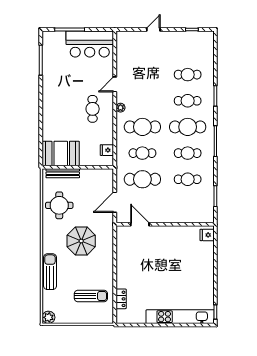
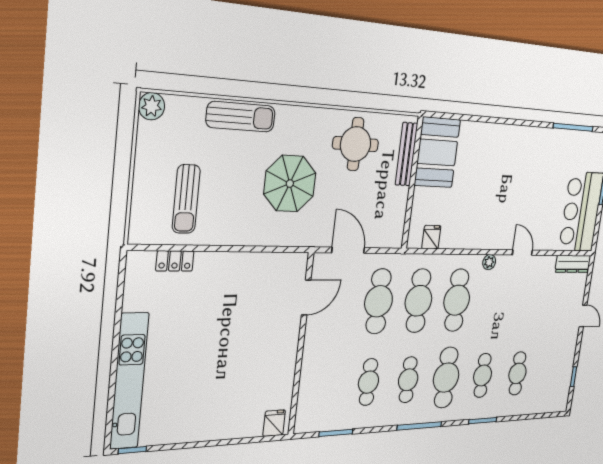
dresser: (121, 44) -> (573, 264), added
cafe table: (93, 109) -> (494, 213), removed
cafe table: (142, 153) -> (418, 301), width x1.37, depth x1.35

